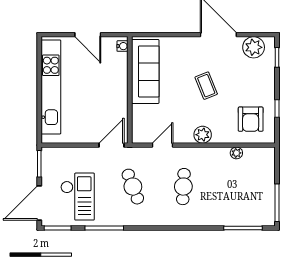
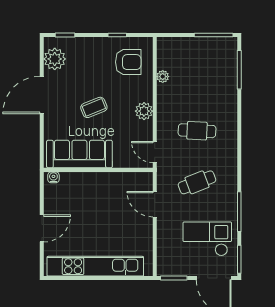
water cooler: (122, 46) -> (53, 177), moved
sofa: (145, 71) -> (79, 154), moved
wall: (130, 90) -> (98, 170), moved

